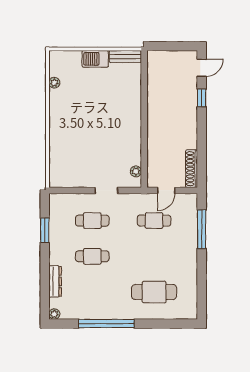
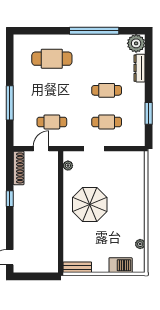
barbecue: (95, 59) -> (121, 265), moved
window: (202, 98) -> (10, 199), moved
parasol: (111, 127) -> (90, 205), added
window: (202, 229) -> (10, 103), moved
plant: (54, 314) -> (136, 43), width x1.88, depth x1.88

